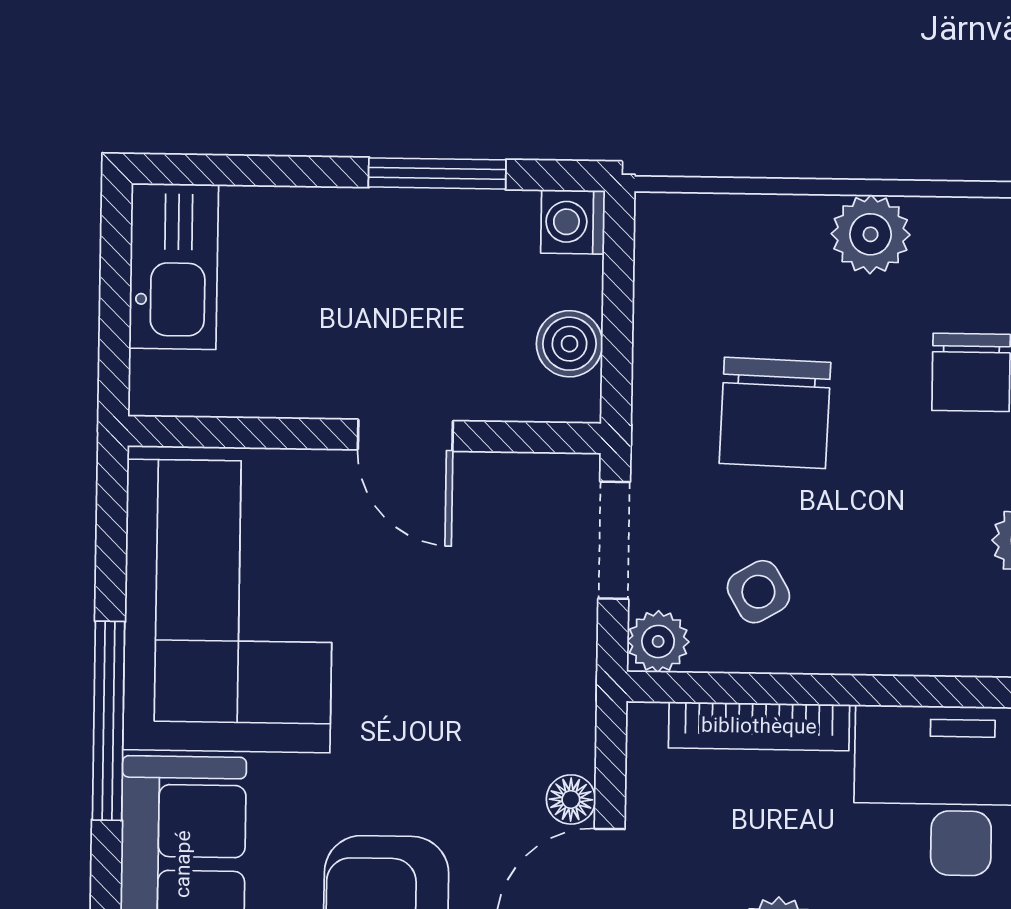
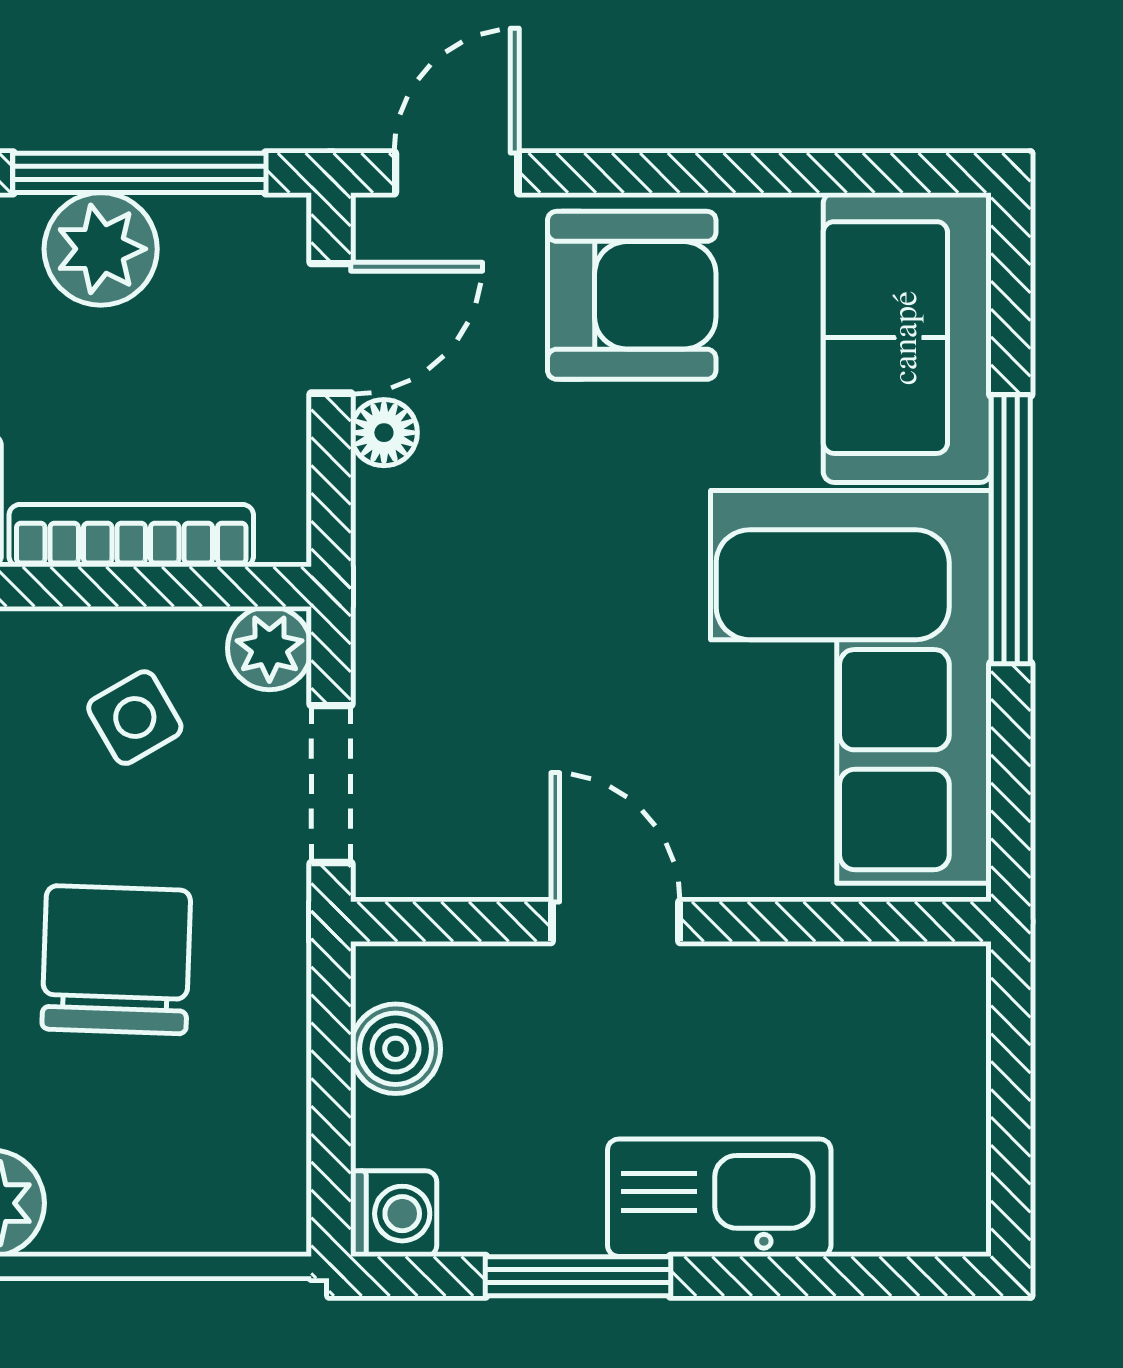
kitchen sink: (174, 266) -> (719, 1198), moved, turned 90

